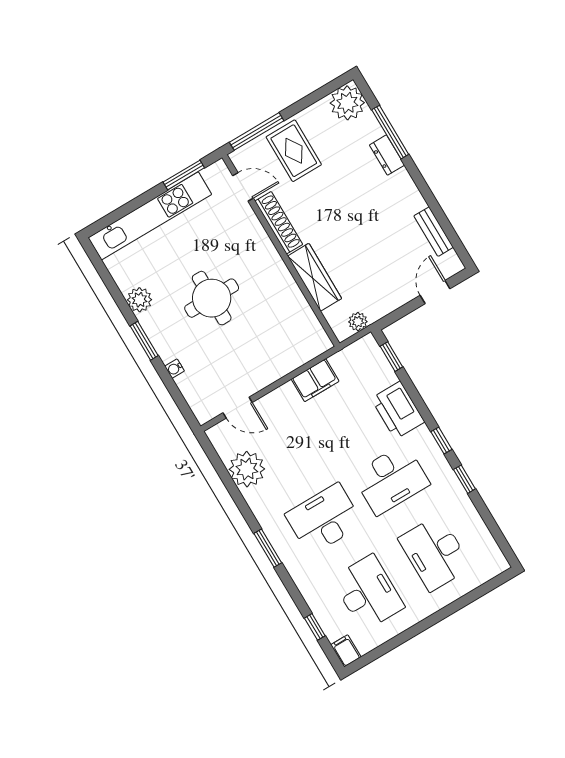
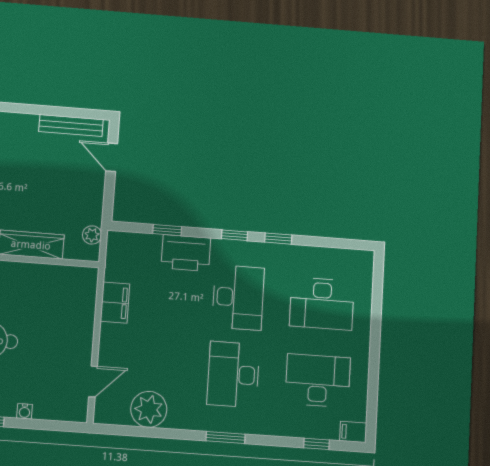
bench: (434, 232) -> (71, 125), width x1.36
window: (391, 357) -> (167, 230), moved

